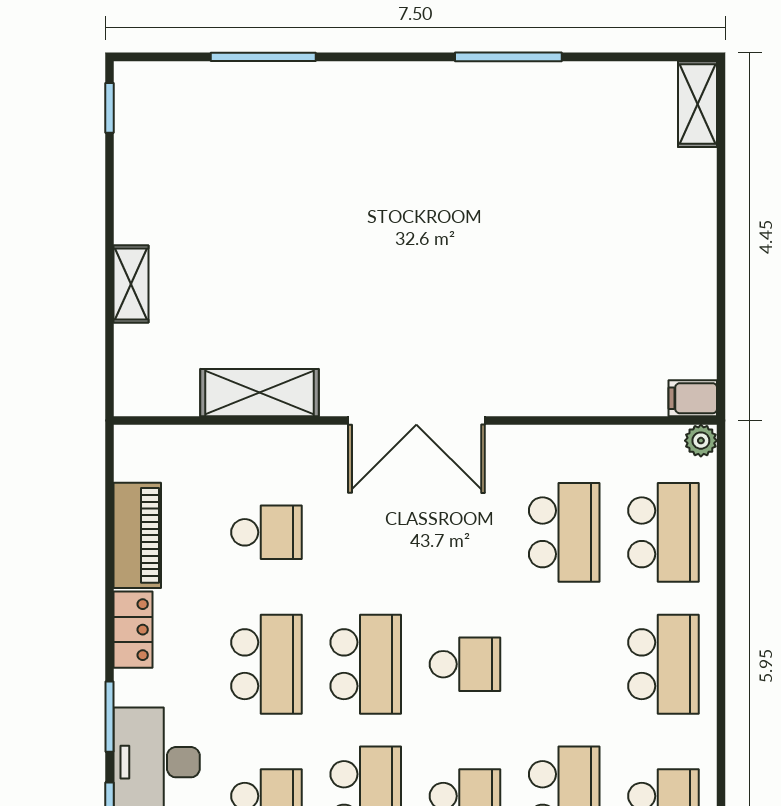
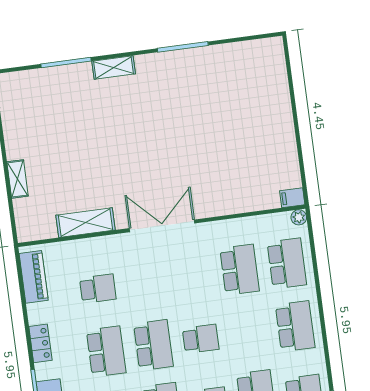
shelving: (698, 104) -> (114, 68), moved, turned 90
double door: (416, 420) -> (162, 226), swing flipped
piano: (137, 535) -> (34, 277), moved

